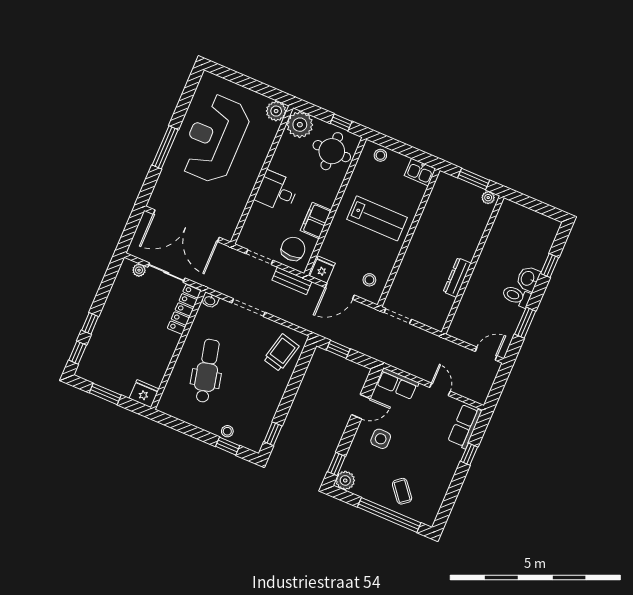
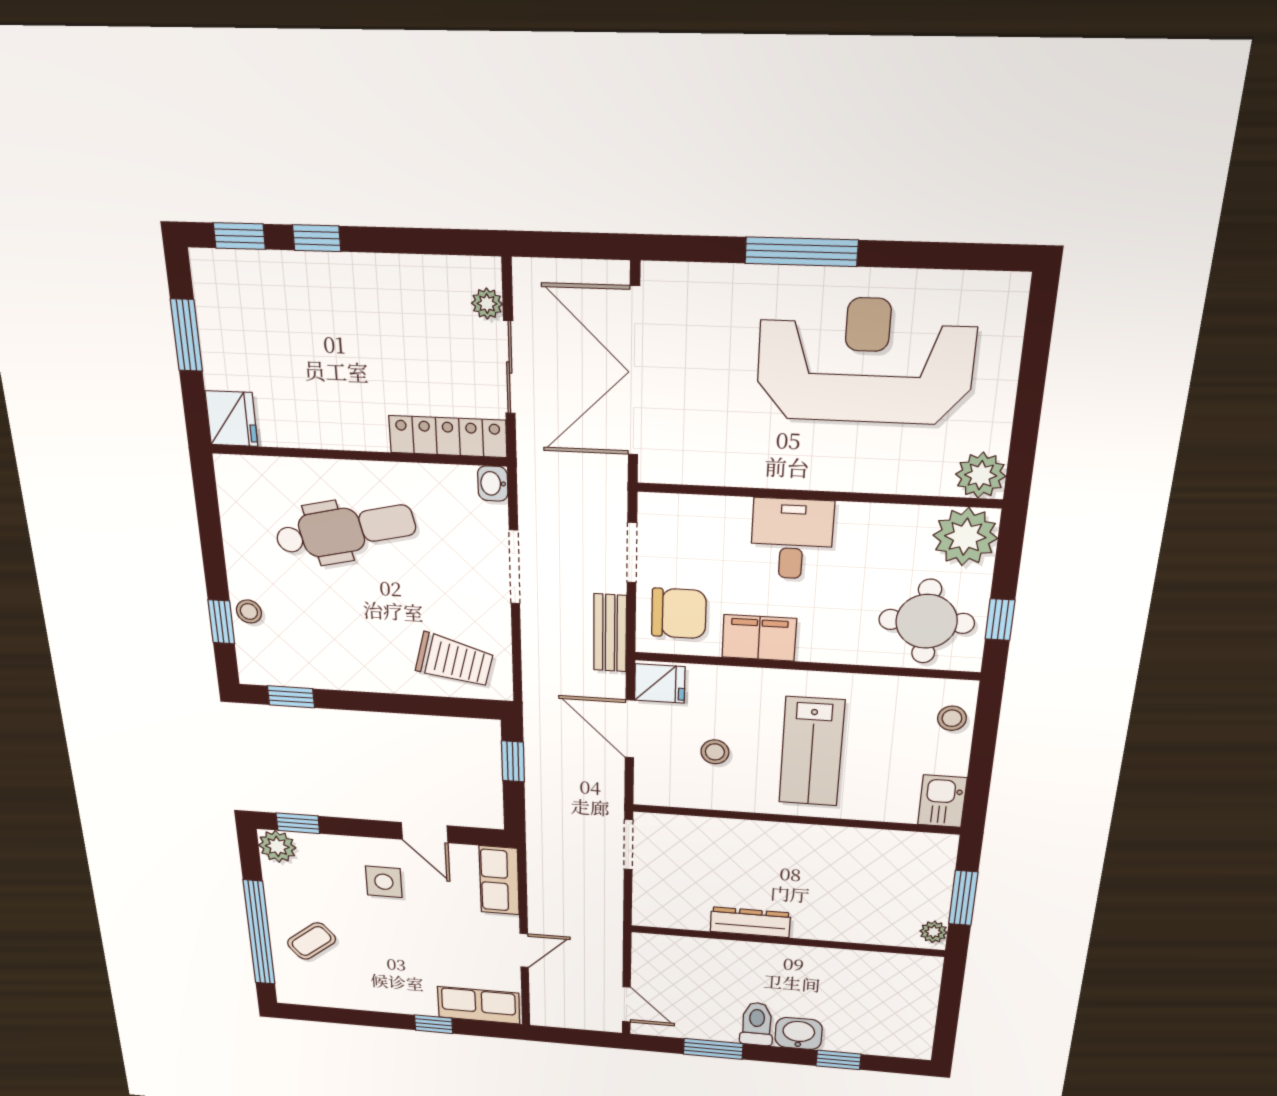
stool: (369, 280) -> (715, 752), moved

